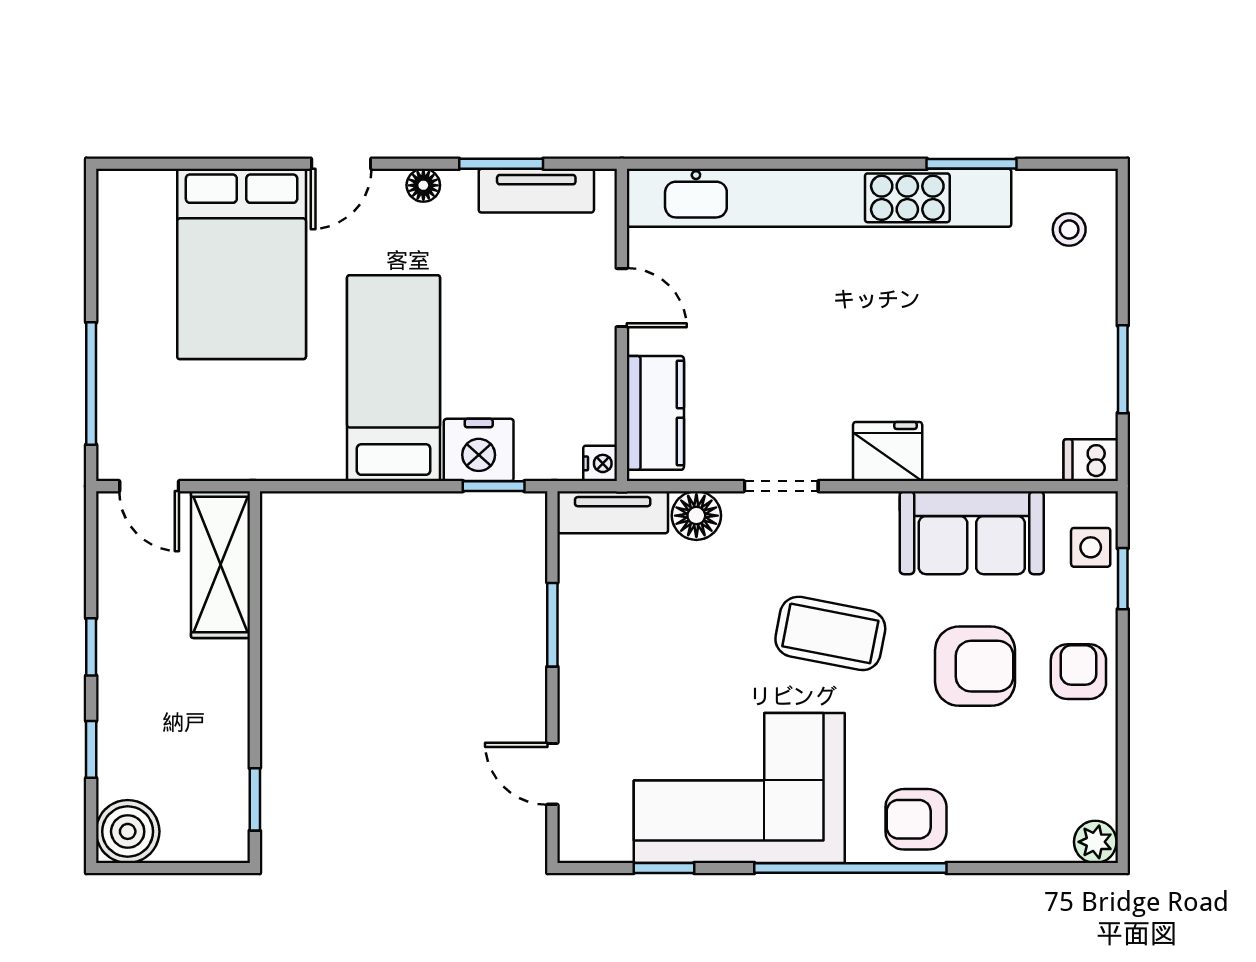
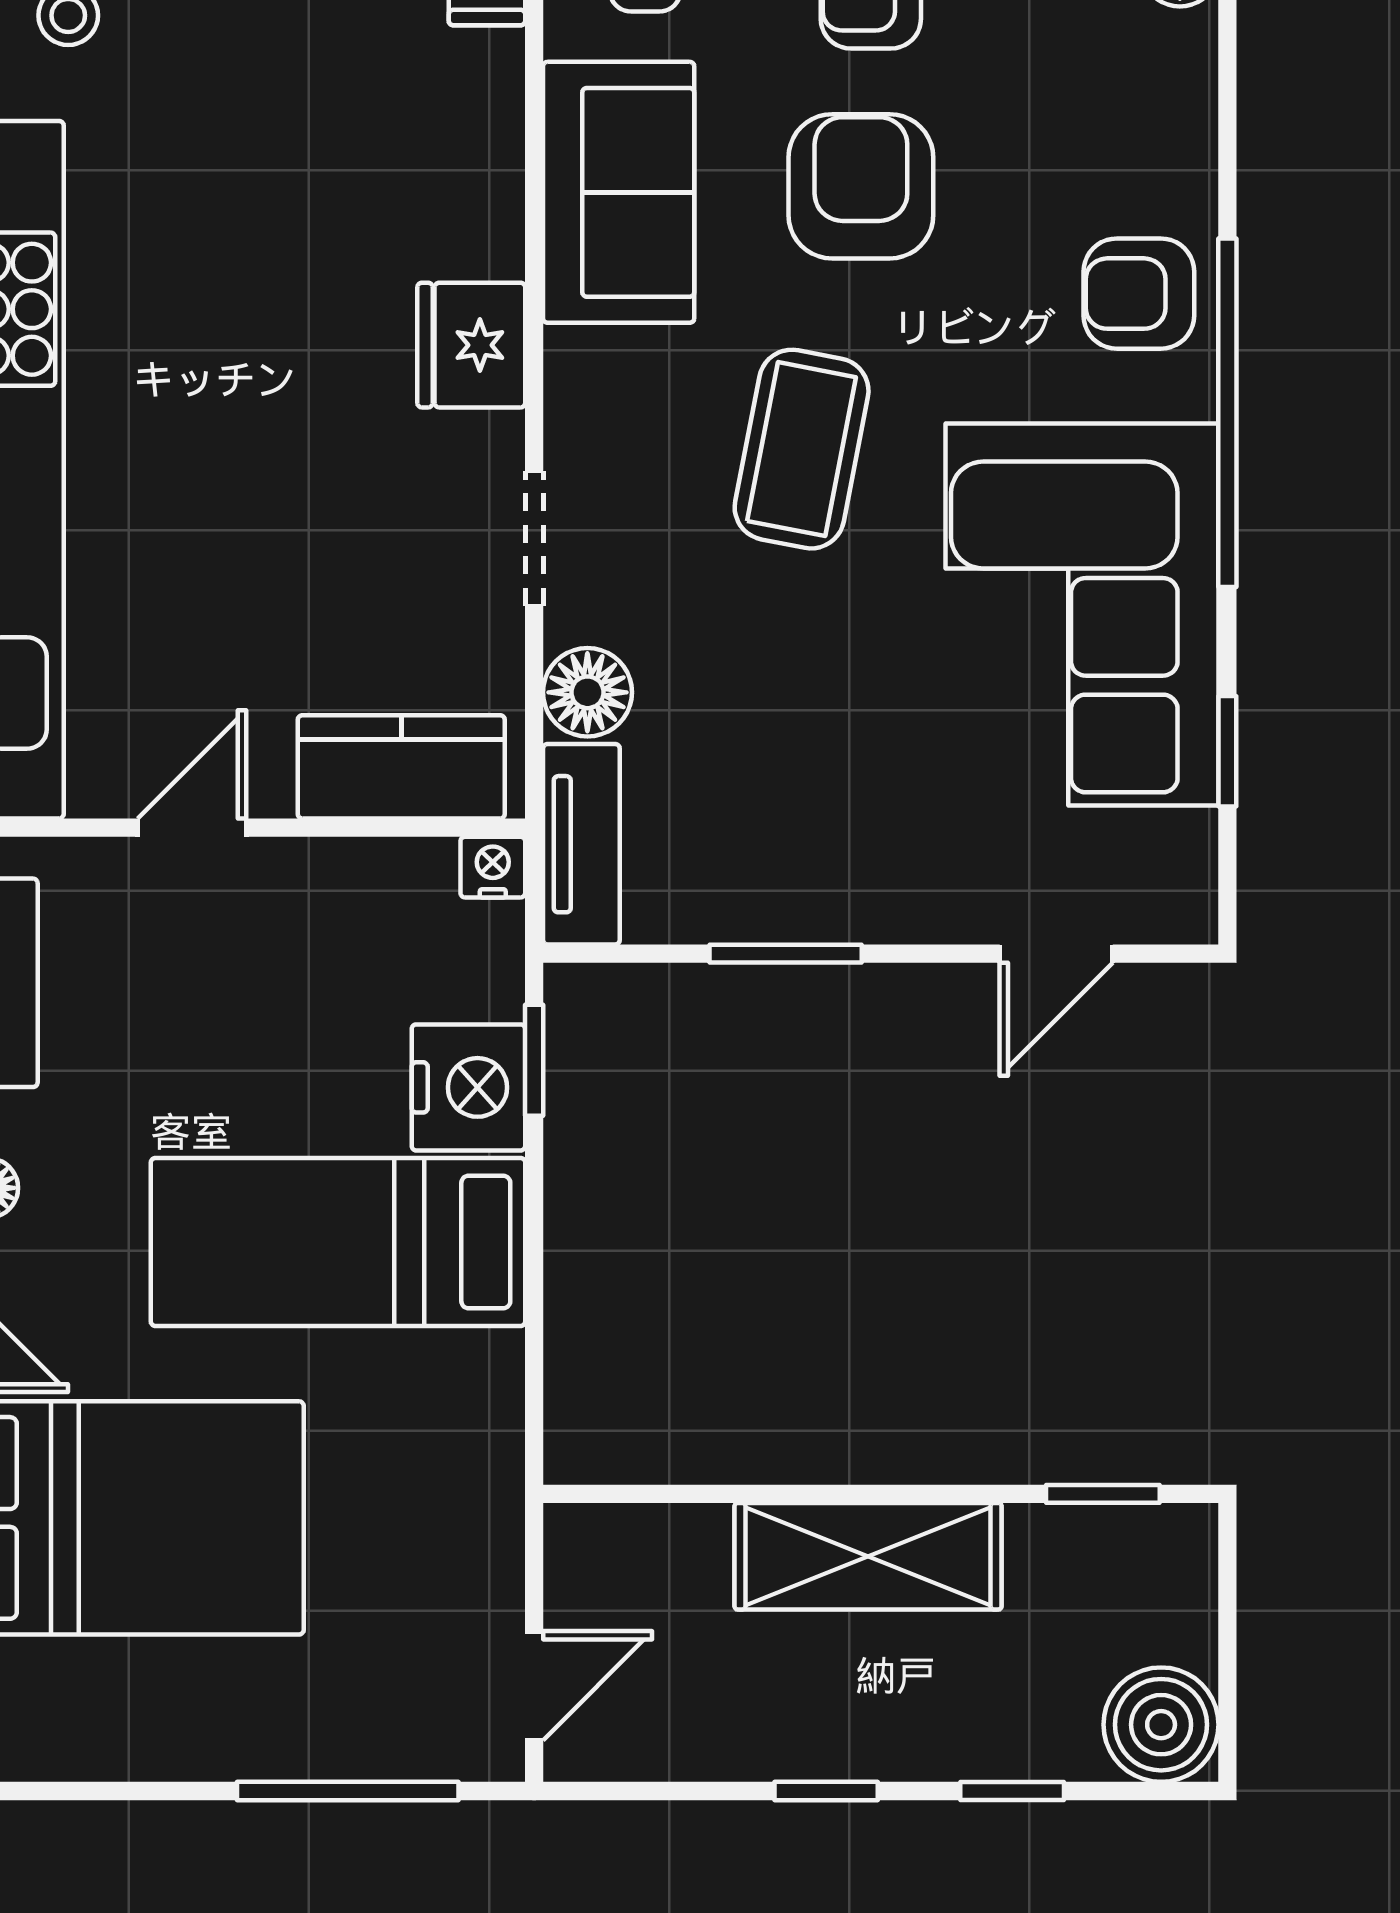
shelving: (220, 565) -> (868, 1556), moved
armchair: (916, 819) -> (1139, 294), turned 90

